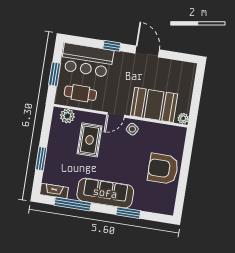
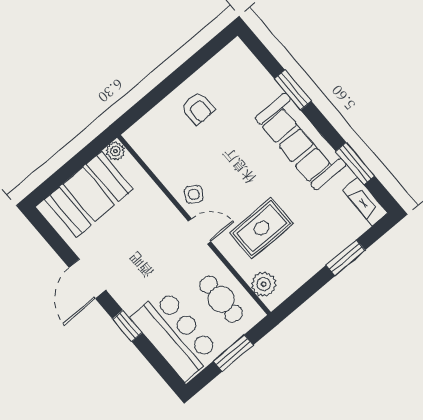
booth: (154, 105) -> (89, 194), moved, turned 90
armchair: (163, 169) -> (198, 108), width x0.53, depth x0.53
window: (73, 204) -> (355, 164), width x0.69

